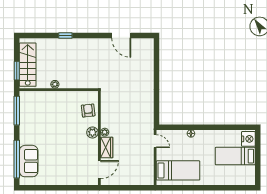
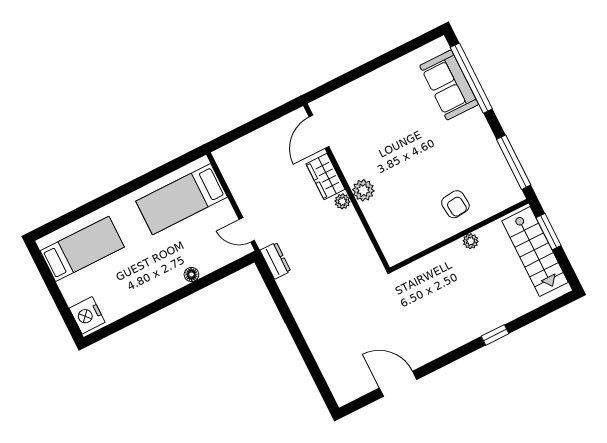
armchair: (88, 110) -> (455, 204), moved
dresser: (149, 120) -> (275, 261), added
bed: (235, 156) -> (82, 249), moved

